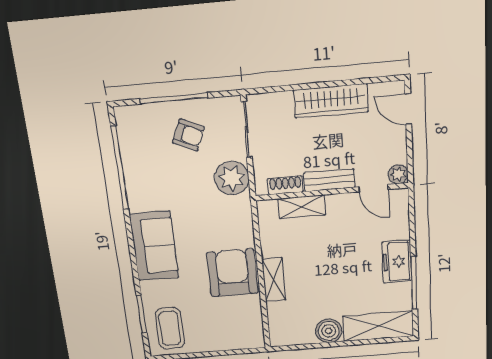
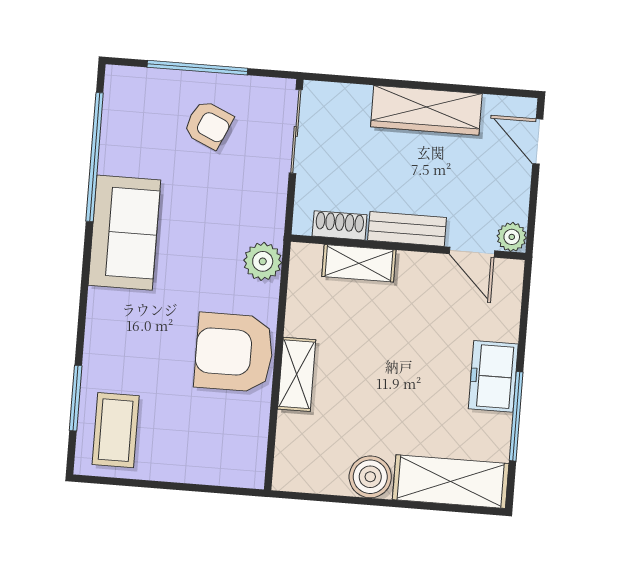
plant: (232, 178) -> (263, 261), moved, width x0.73, depth x0.73
sofa: (154, 246) -> (124, 233), moved
armchair: (233, 273) -> (234, 352), turned -90

